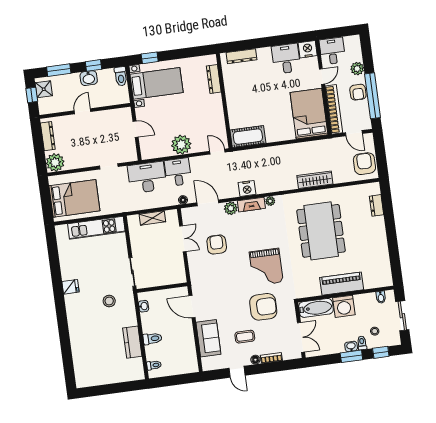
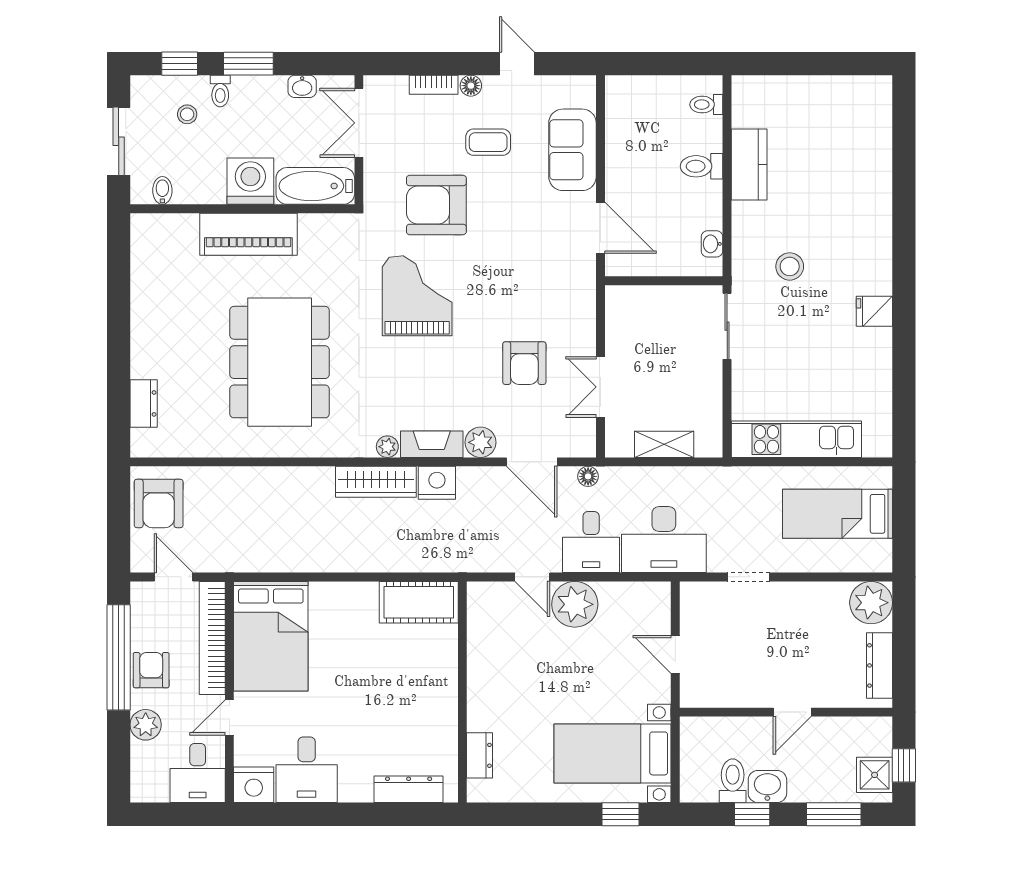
toilet: (121, 76) -> (733, 781), moved
dresser: (214, 79) -> (479, 755), width x0.70
door: (217, 152) -> (532, 577), moved
wardrobe: (315, 180) -> (376, 482), moved
bed: (74, 198) -> (838, 514), width x0.67
washbasin: (351, 346) -> (302, 86), moved

